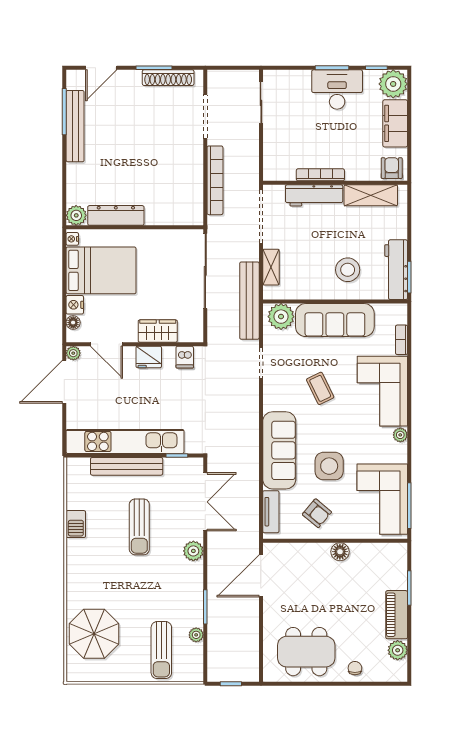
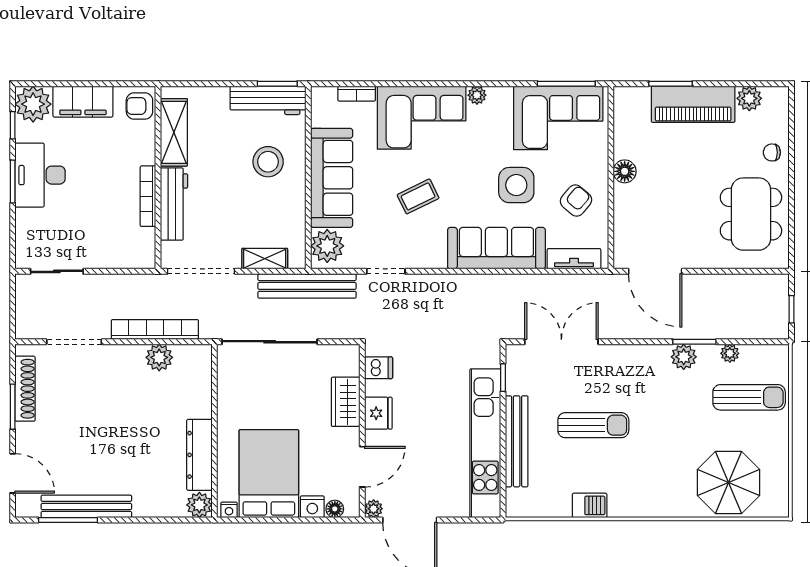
plant: (193, 184) -> (159, 357), added
plant: (193, 551) -> (684, 357), moved
piano: (397, 615) -> (693, 104), width x1.37, depth x1.33

